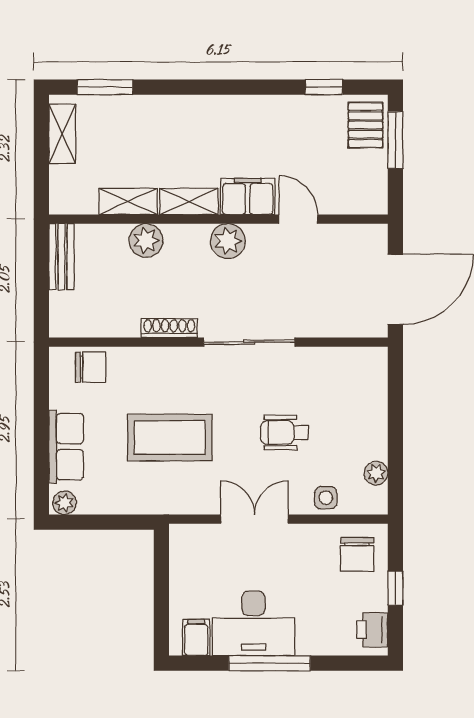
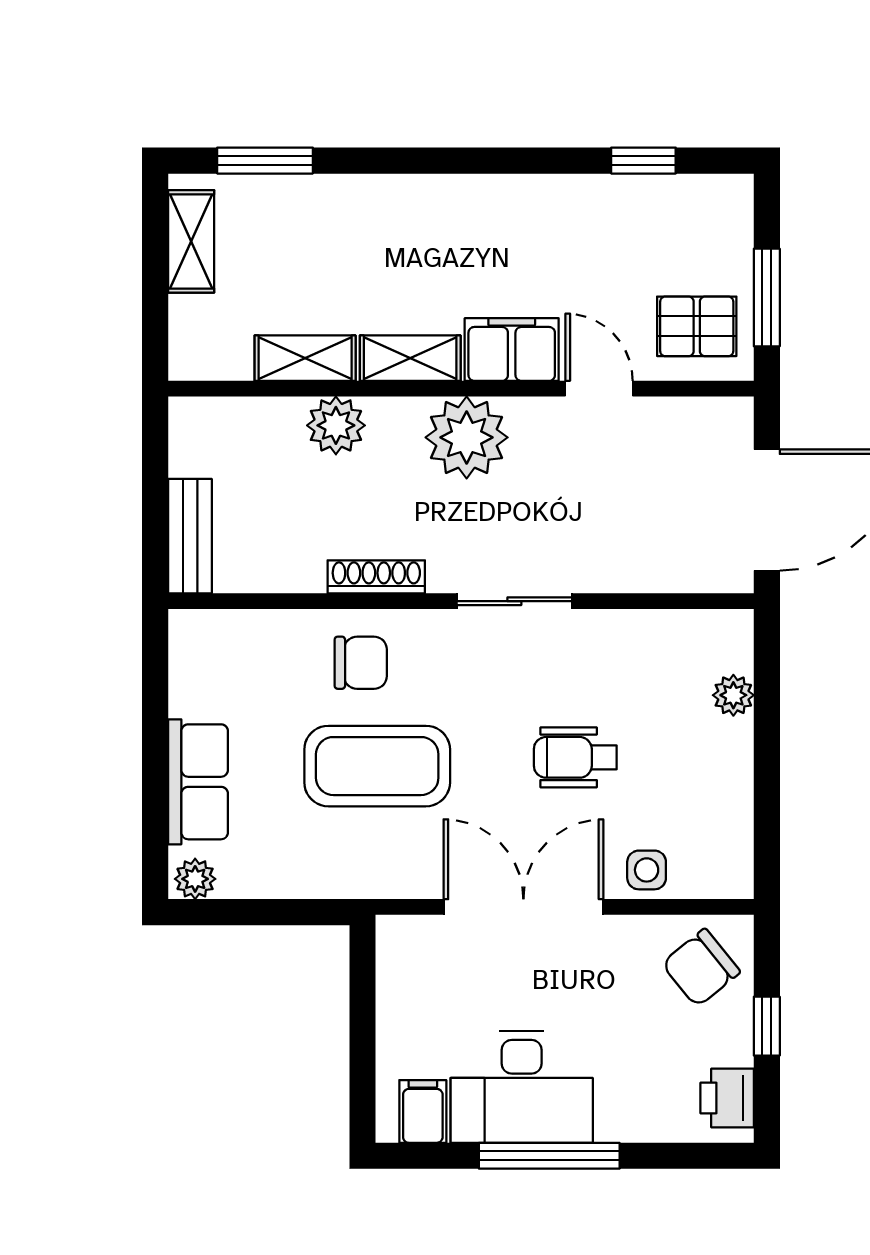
pallet: (366, 125) -> (697, 326), moved, turned 90
window: (395, 140) -> (767, 298), moved
plant: (228, 241) -> (467, 437), width x1.36, depth x1.36
bench: (61, 257) -> (190, 536), moved
sliding door: (249, 342) -> (514, 601), width x0.73
chair: (91, 367) -> (361, 663), moved
plant: (376, 473) -> (733, 695), moved
double door: (254, 519) -> (523, 907), width x1.37
chair: (357, 554) -> (701, 968), turned 51

